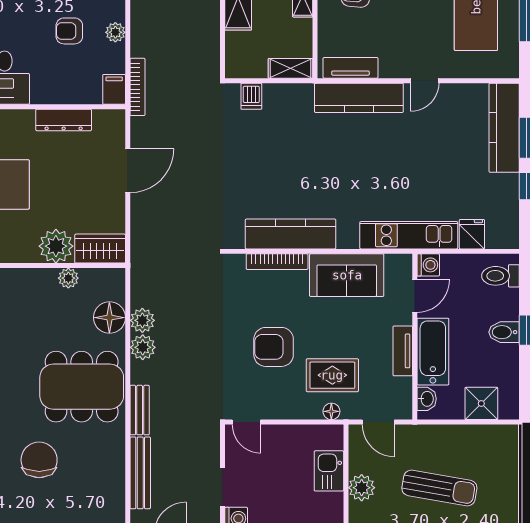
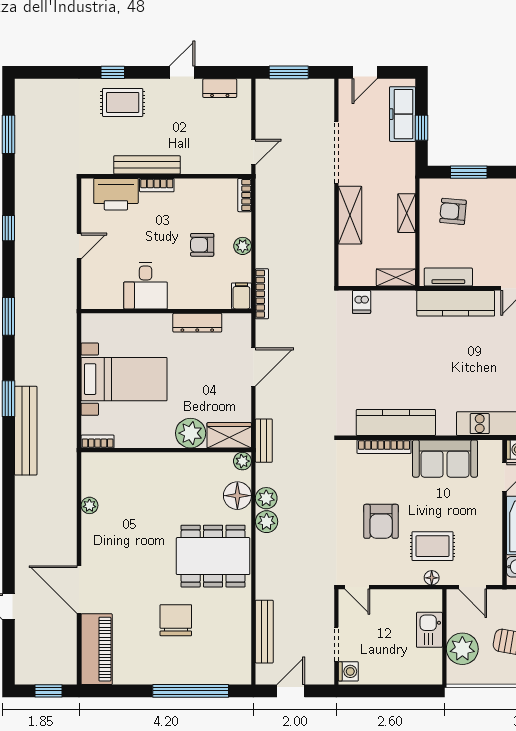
plant: (68, 278) -> (242, 461), moved
armchair: (274, 347) -> (381, 521), turned -90
tv unit: (403, 351) -> (494, 525), removed
bench: (140, 410) -> (264, 441), moved
plant: (362, 488) -> (462, 649), width x1.36, depth x1.36

